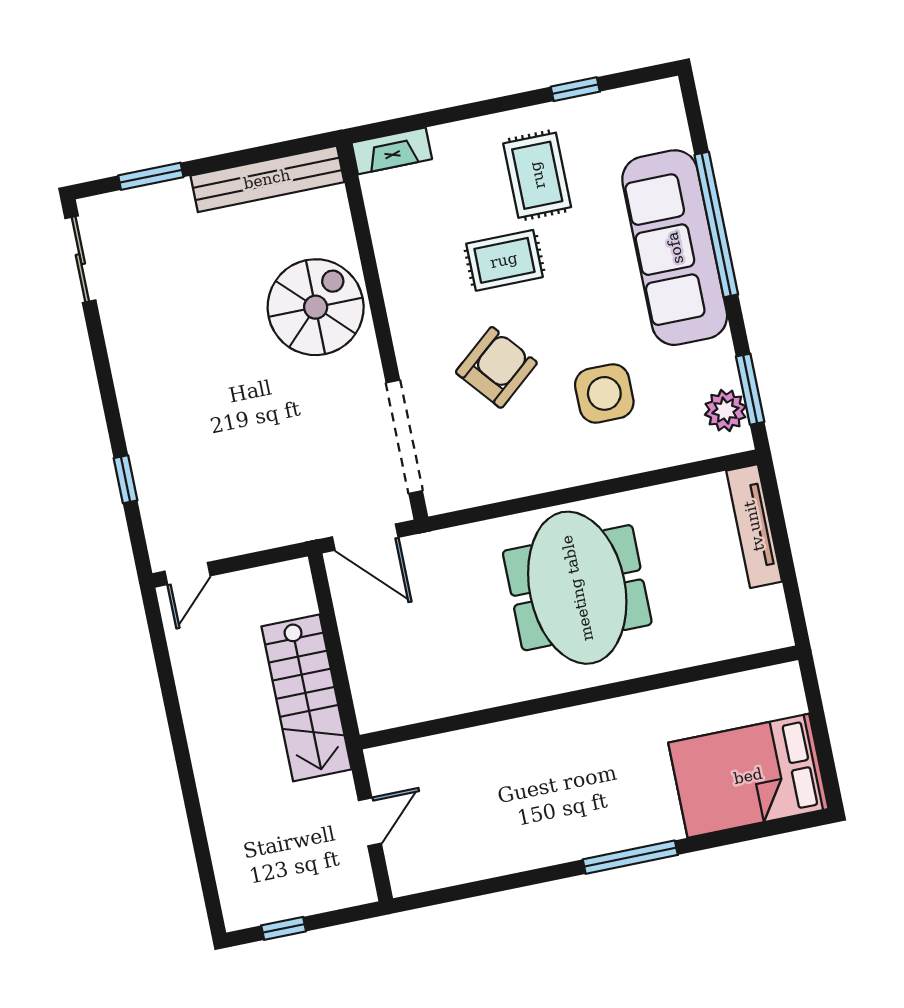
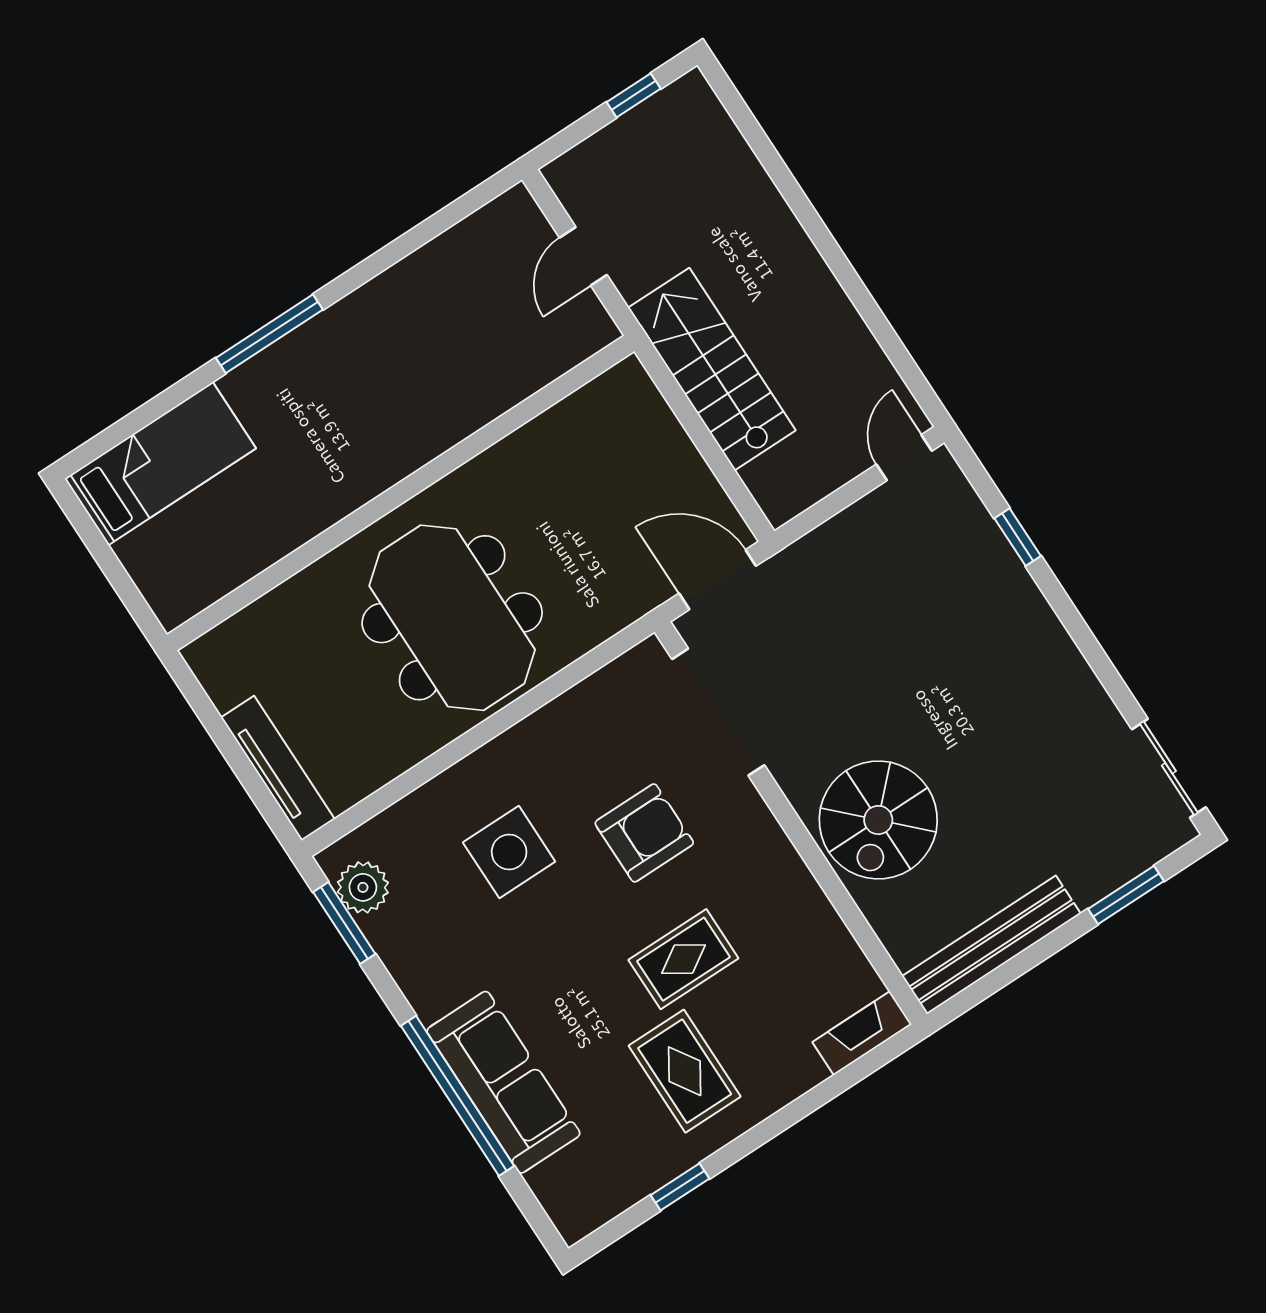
sofa: (675, 248) -> (503, 1082), width x0.74, depth x0.79
armchair: (496, 367) -> (644, 833), turned -140
bed: (748, 776) -> (160, 464), width x0.67

